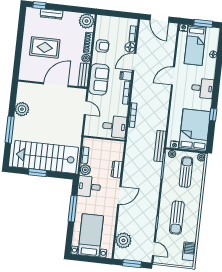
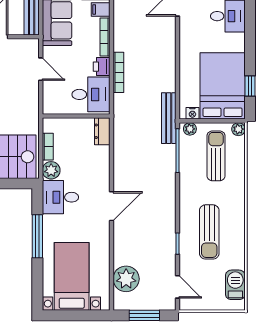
printer: (123, 110) -> (102, 67), added
window: (213, 115) -> (250, 86), moved
dresser: (117, 169) -> (102, 131), moved

